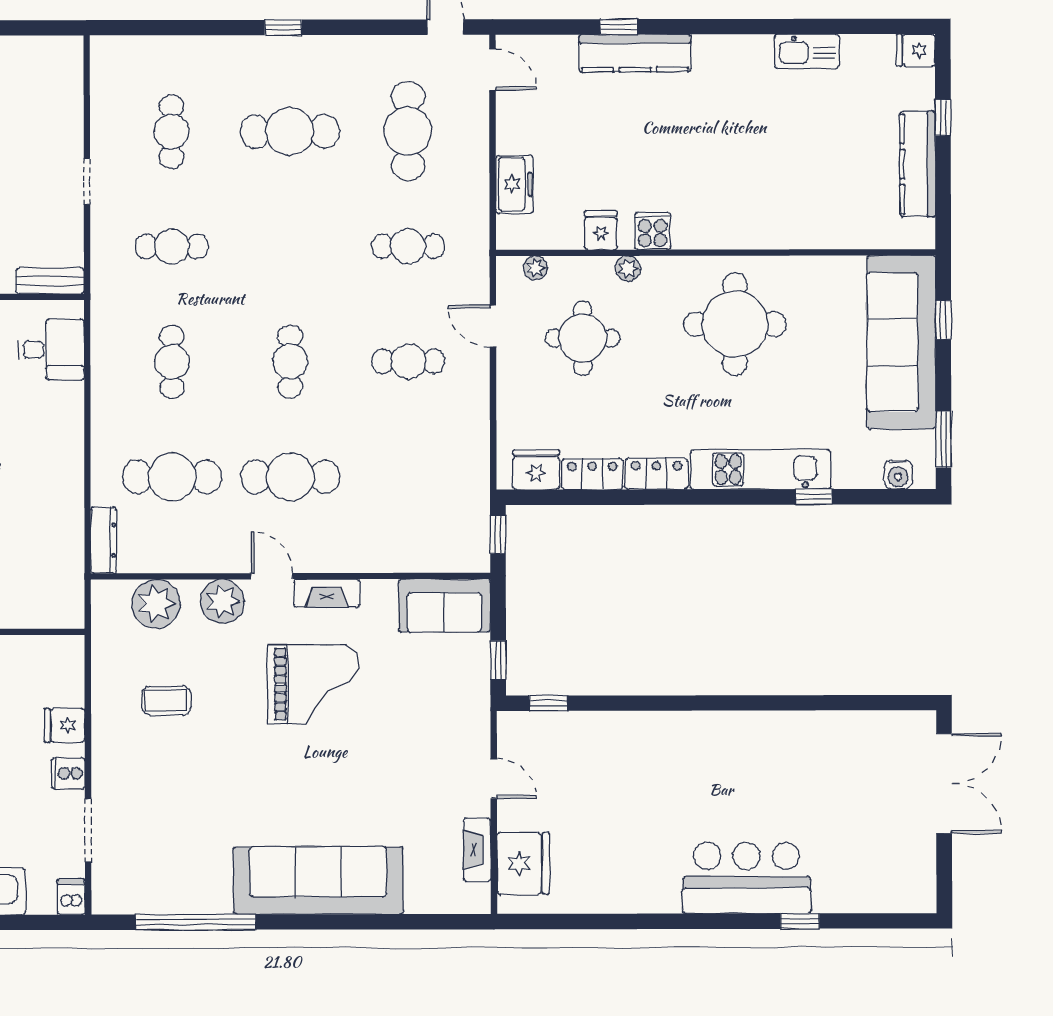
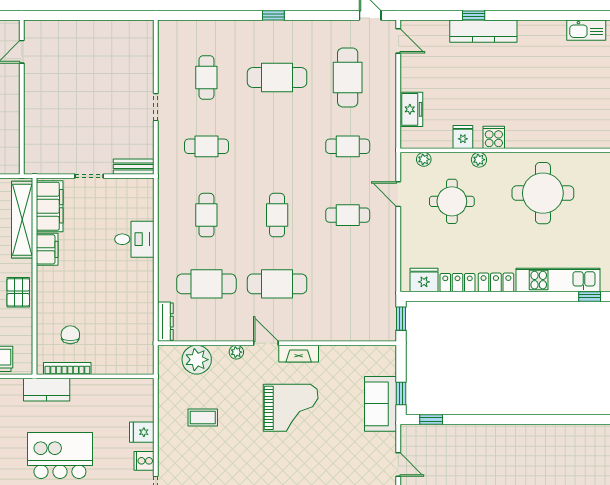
desk: (51, 350) -> (134, 239), moved
plant: (222, 601) -> (236, 352), width x0.53, depth x0.53
sofa: (444, 606) -> (381, 404), moved, turned 90

